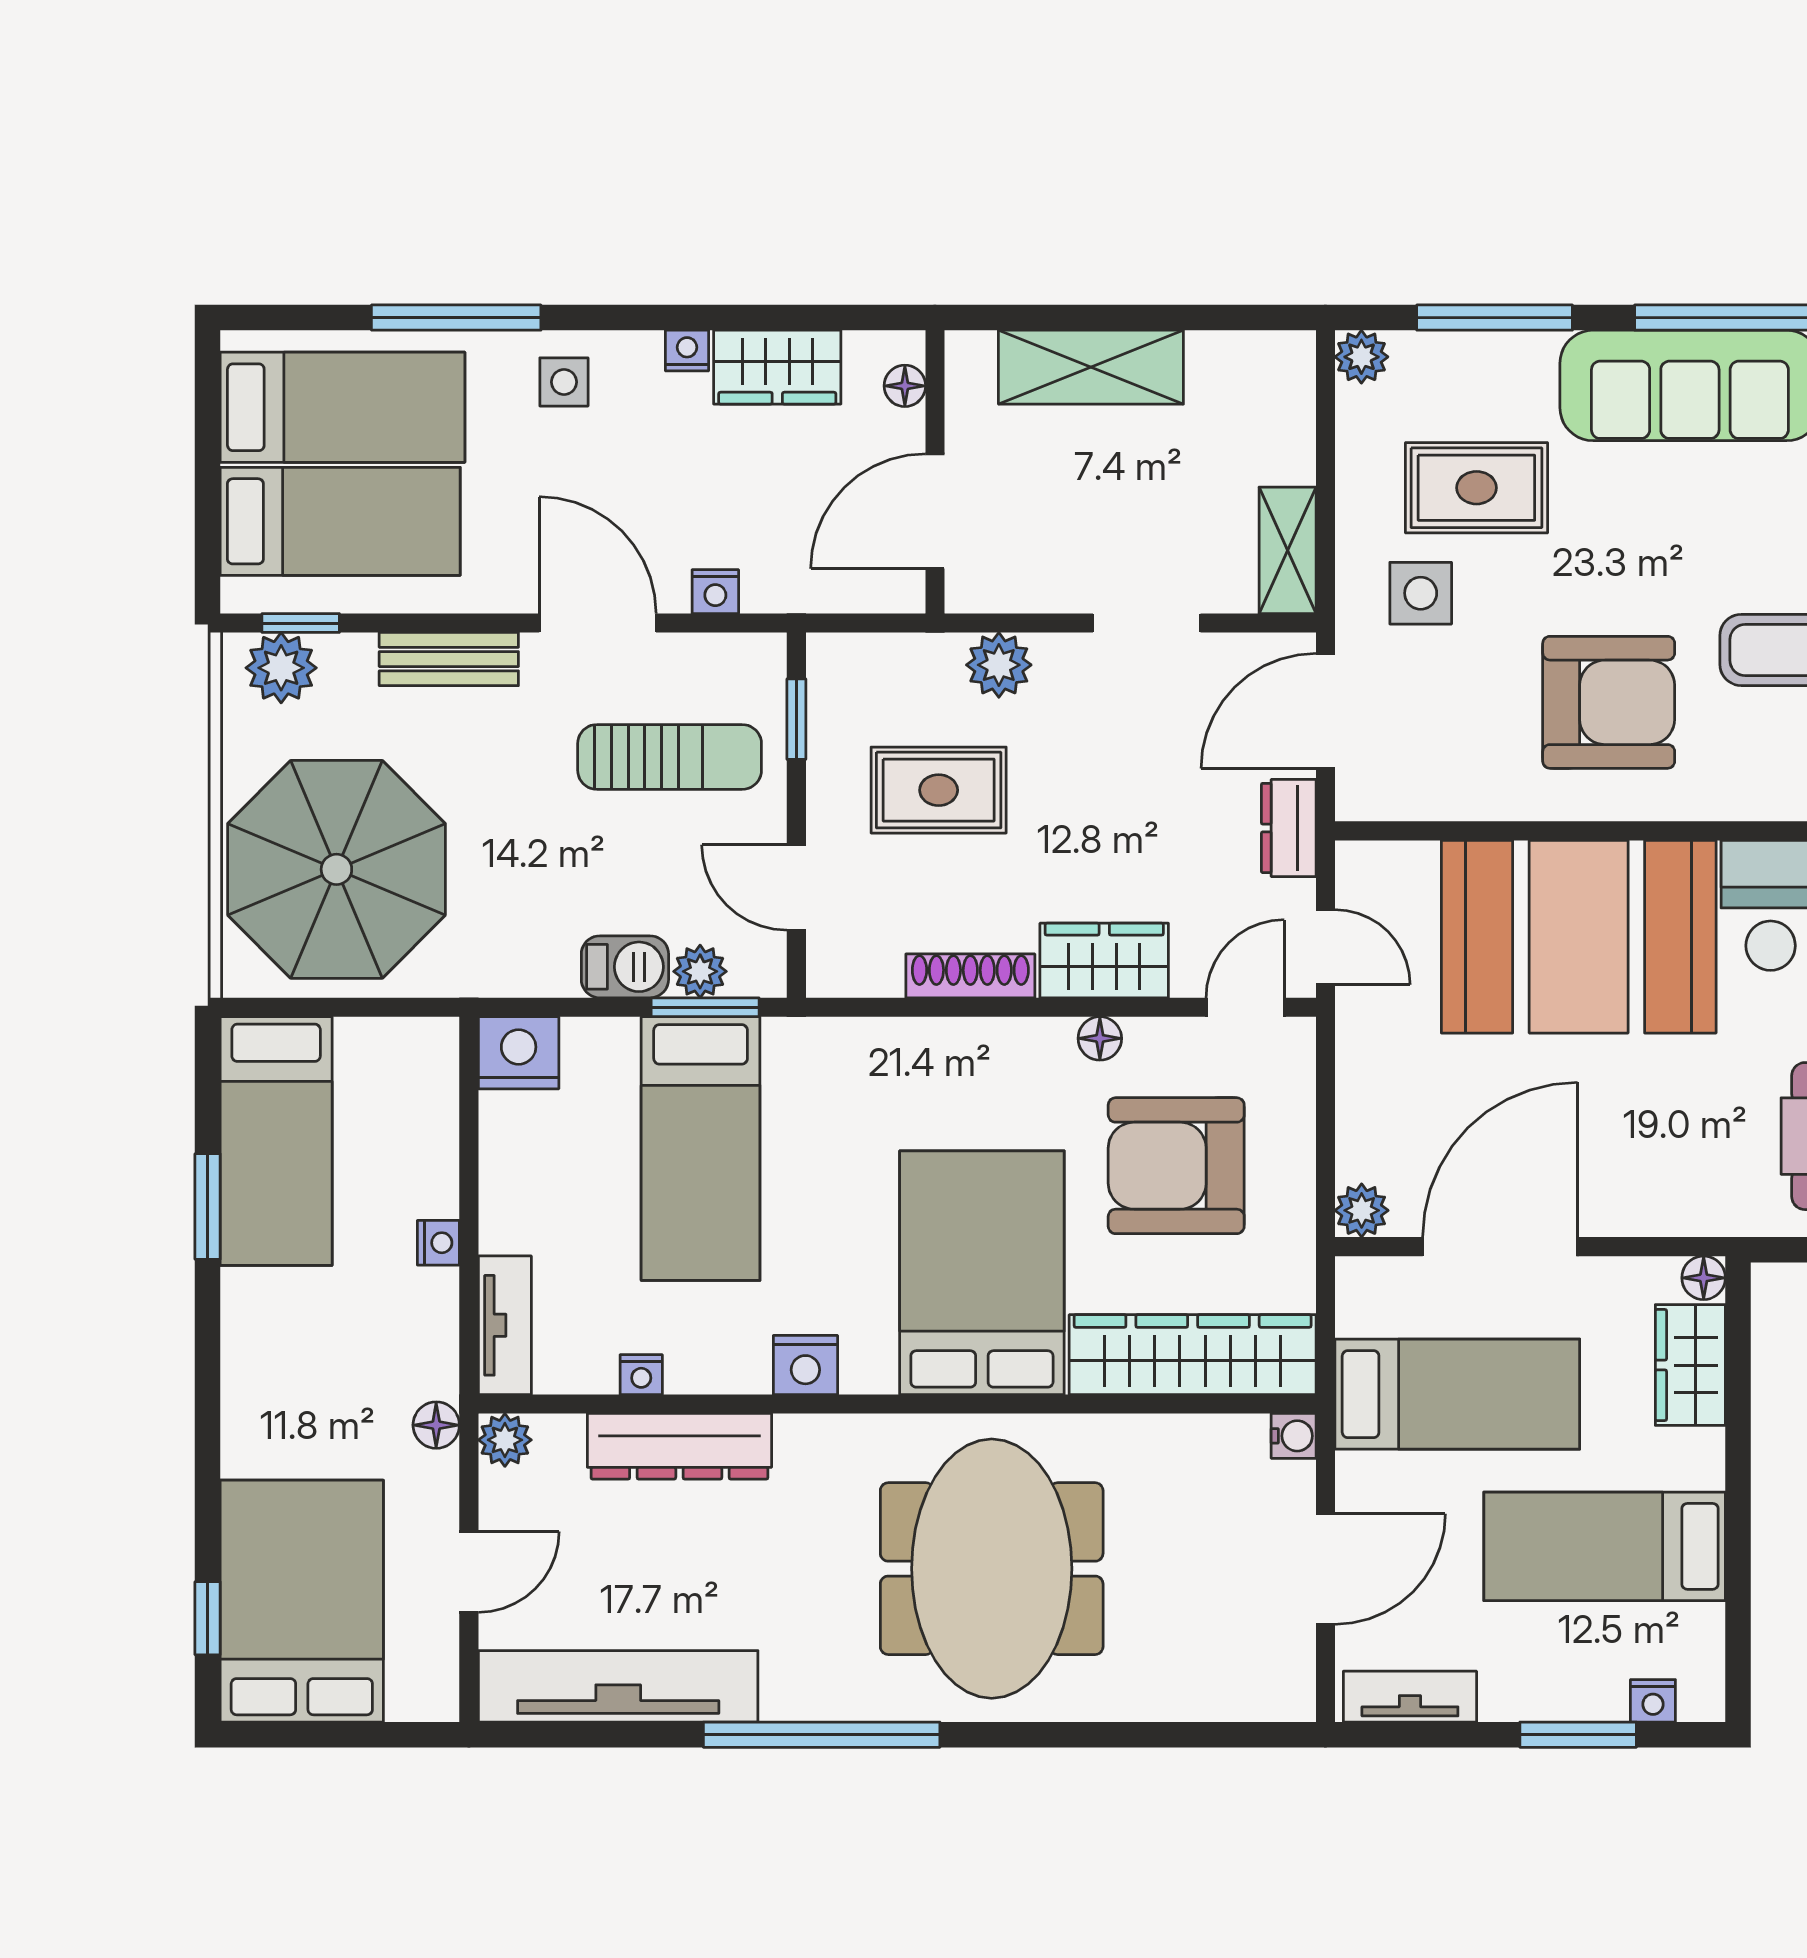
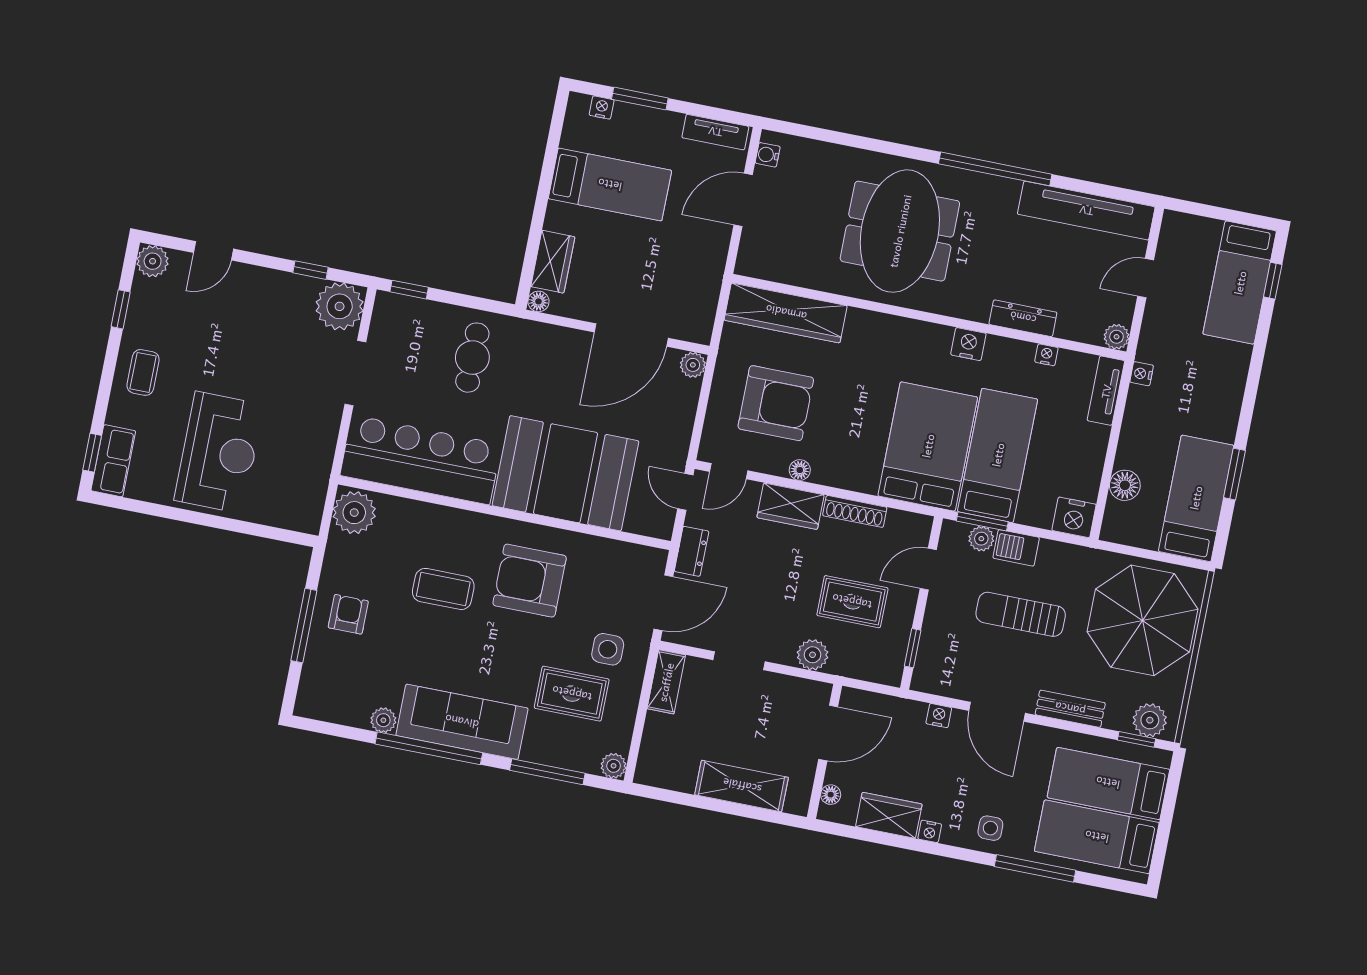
sun lounger: (670, 757) -> (1021, 614), moved
door: (796, 887) -> (928, 569), swing flipped
nightstand: (438, 1243) -> (1142, 374), moved
bed: (982, 1273) -> (928, 446), moved, turned 180
bed: (1457, 1394) -> (665, 270), removed
floor lamp: (436, 1425) -> (1125, 485), moved, width x1.37, depth x1.37
water cooler: (1294, 1436) -> (768, 155), moved
dresser: (679, 1446) -> (1023, 318), width x0.73, depth x0.80
bed: (302, 1601) -> (1240, 283), width x0.67

